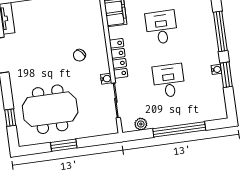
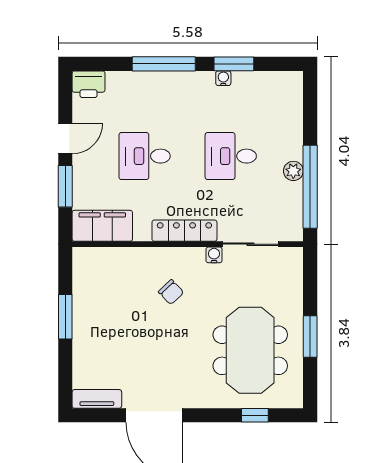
plant: (141, 124) -> (293, 171), moved
window: (179, 129) -> (310, 187), moved

